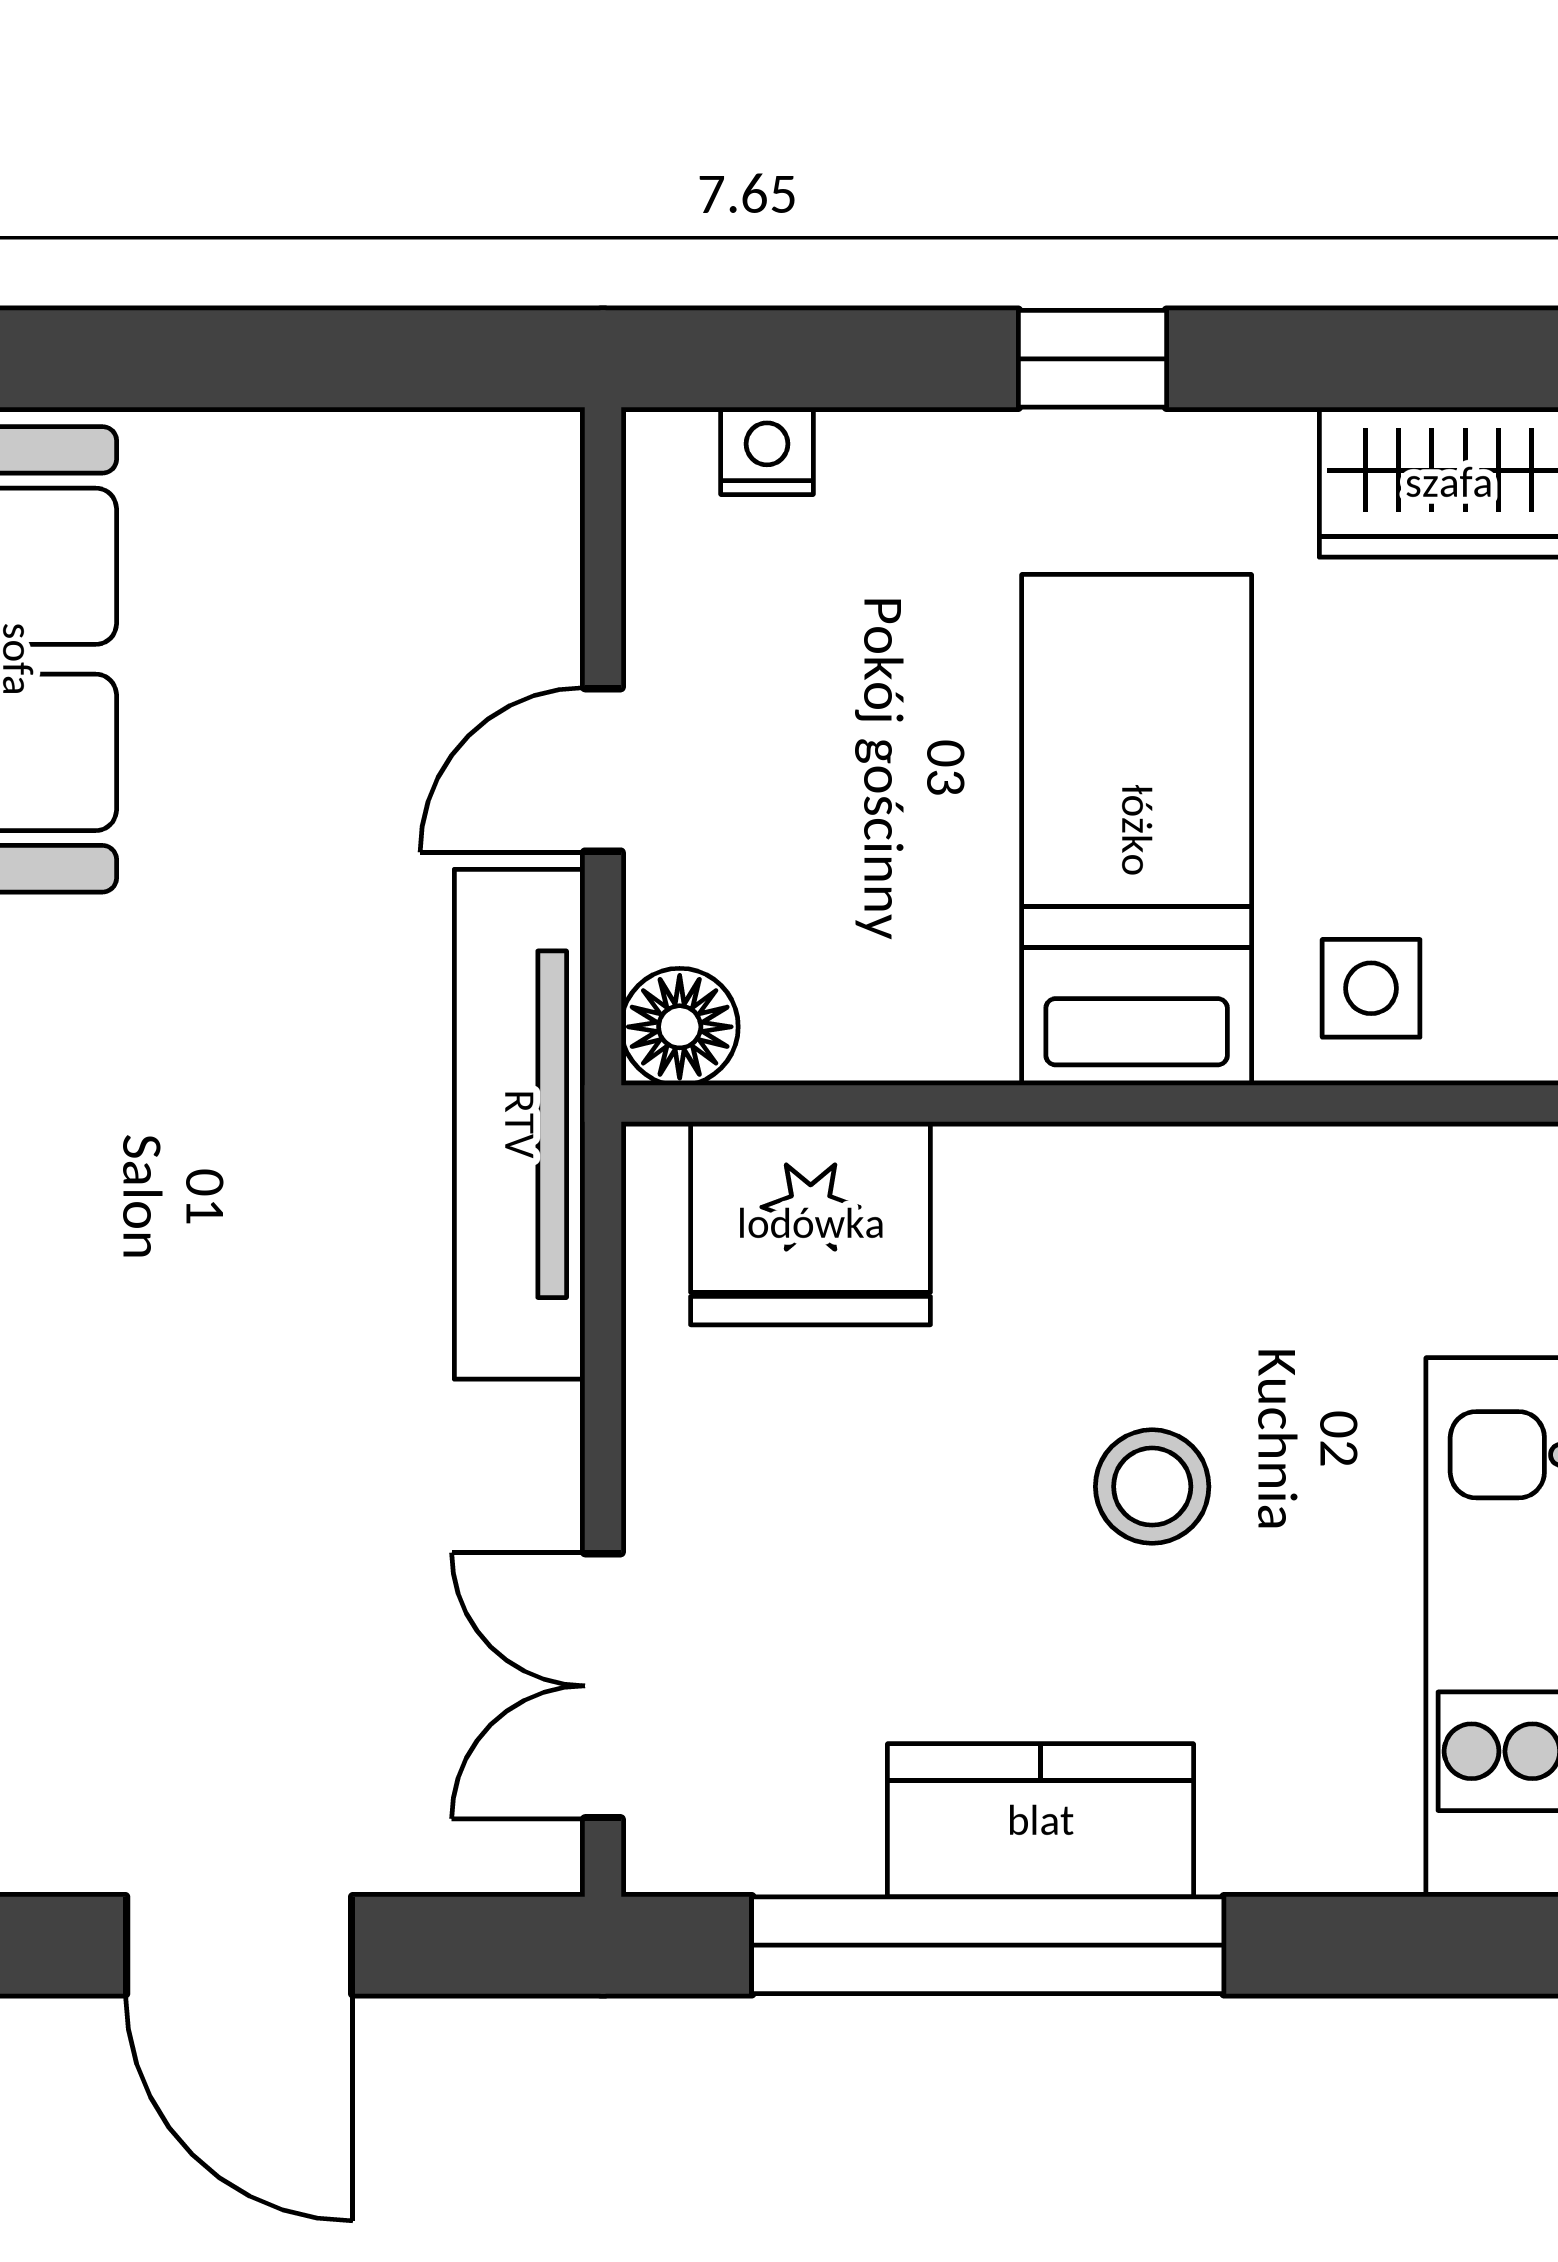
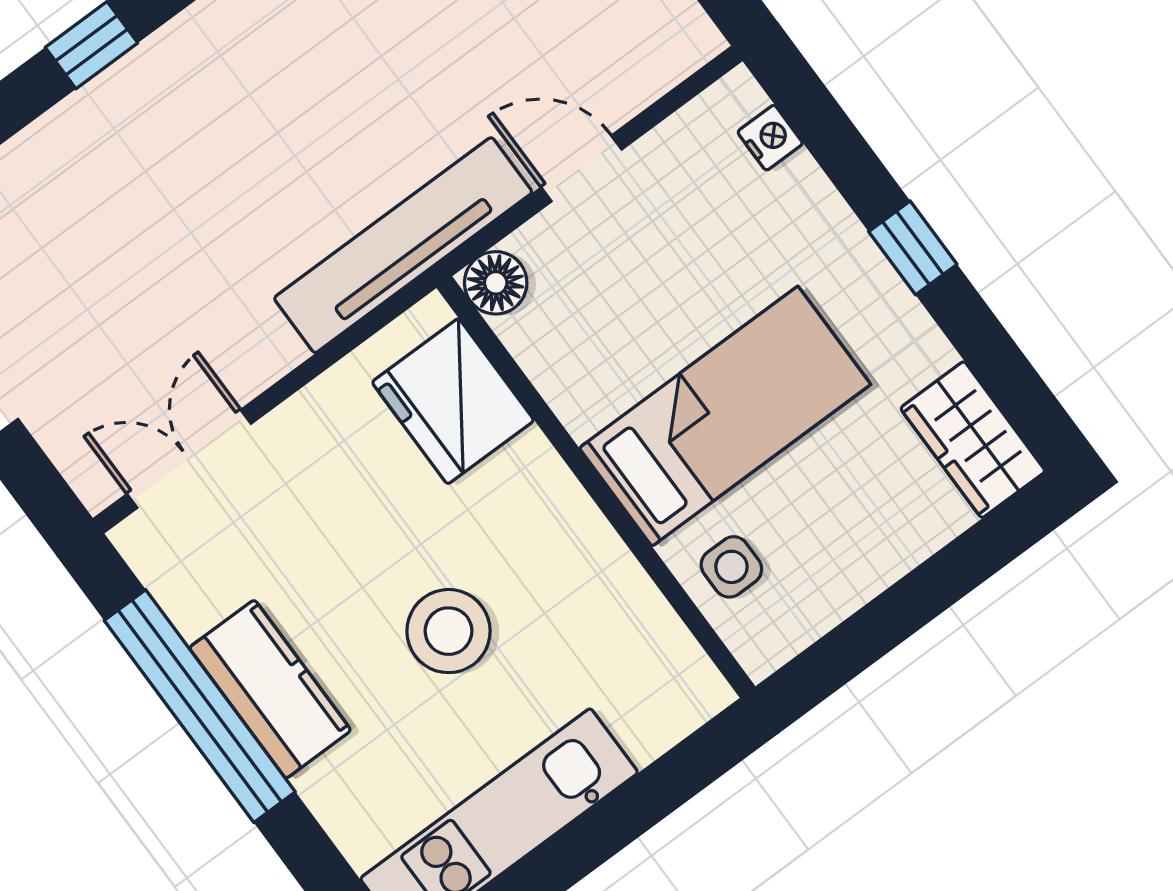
stool: (1152, 1487) -> (449, 631), width x1.38, depth x1.38

